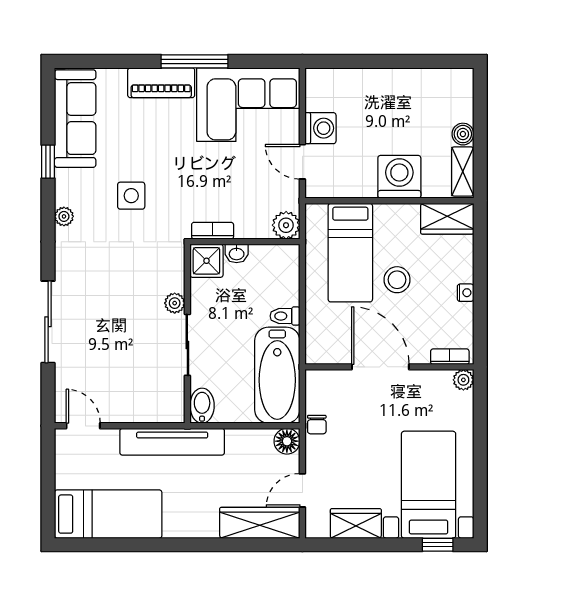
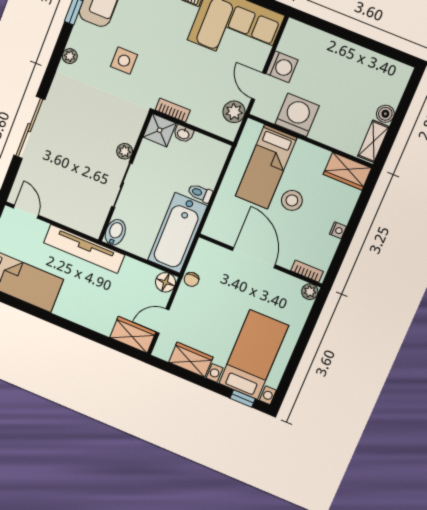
washing machine: (399, 177) -> (297, 115), moved
plant: (286, 225) -> (234, 112), moved
wardrobe: (260, 523) -> (133, 335), width x0.67

